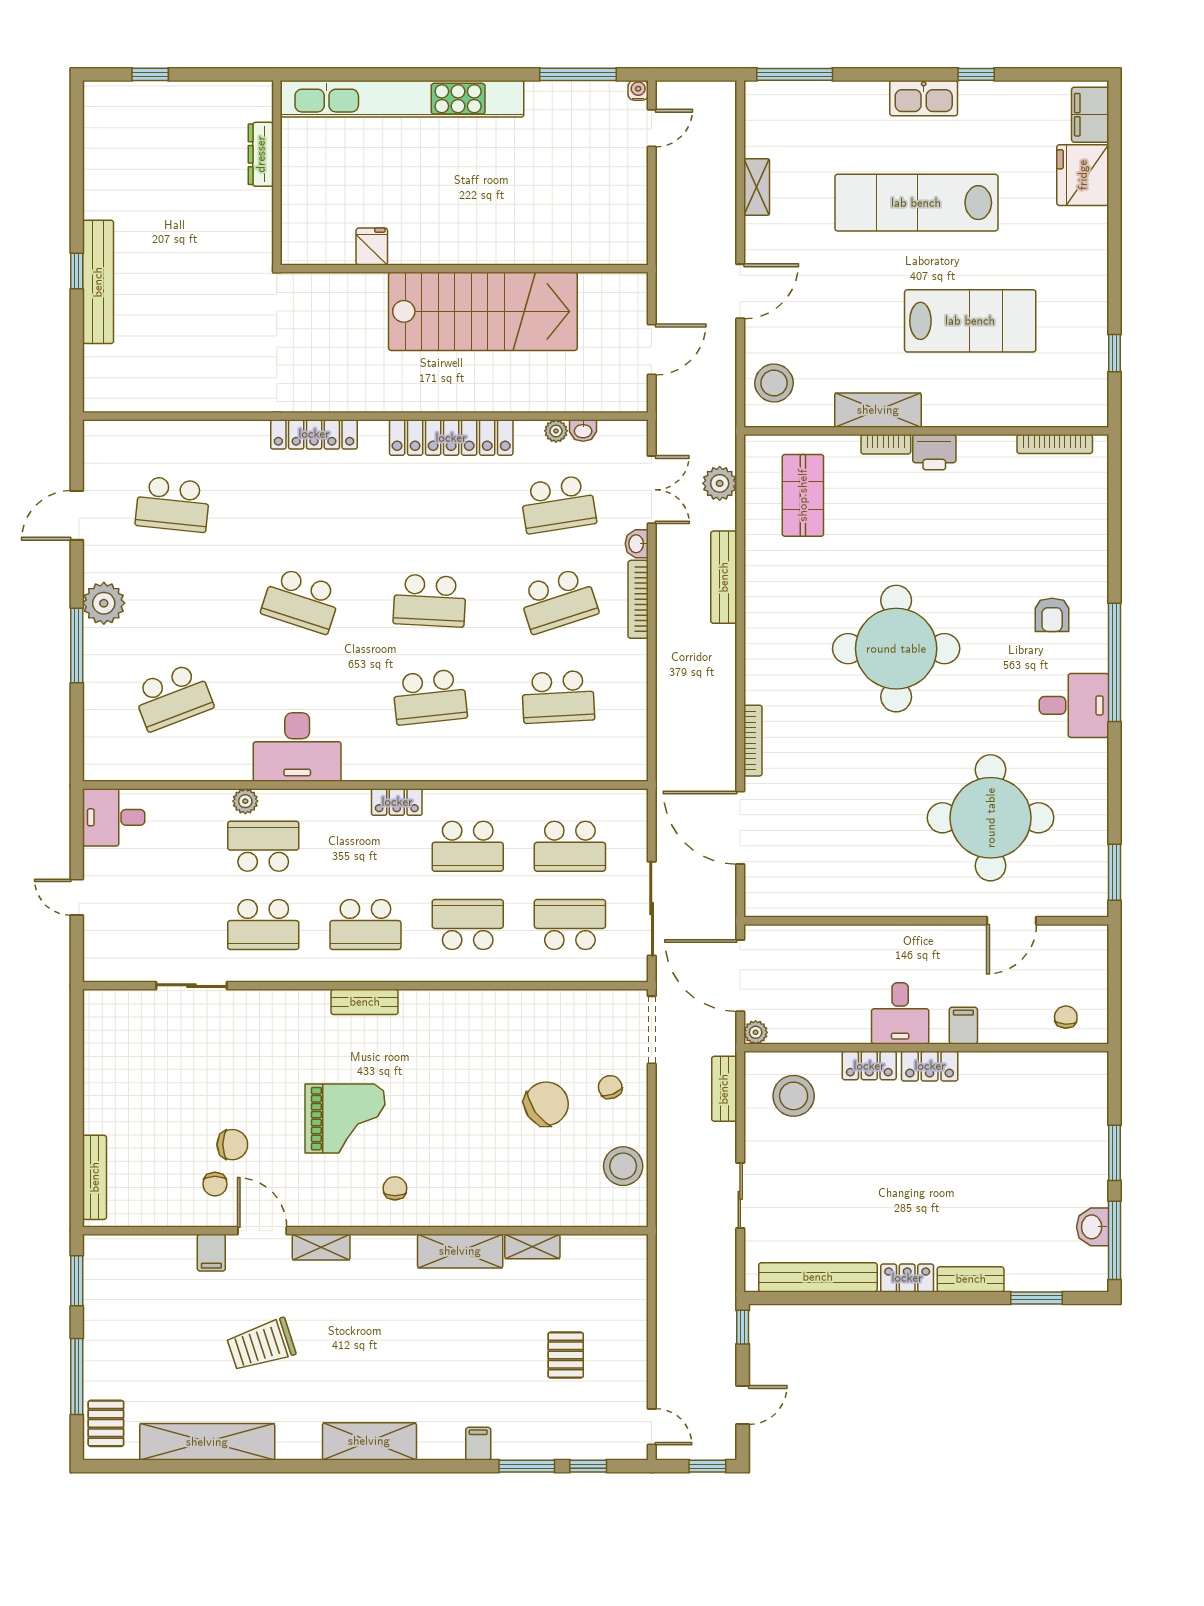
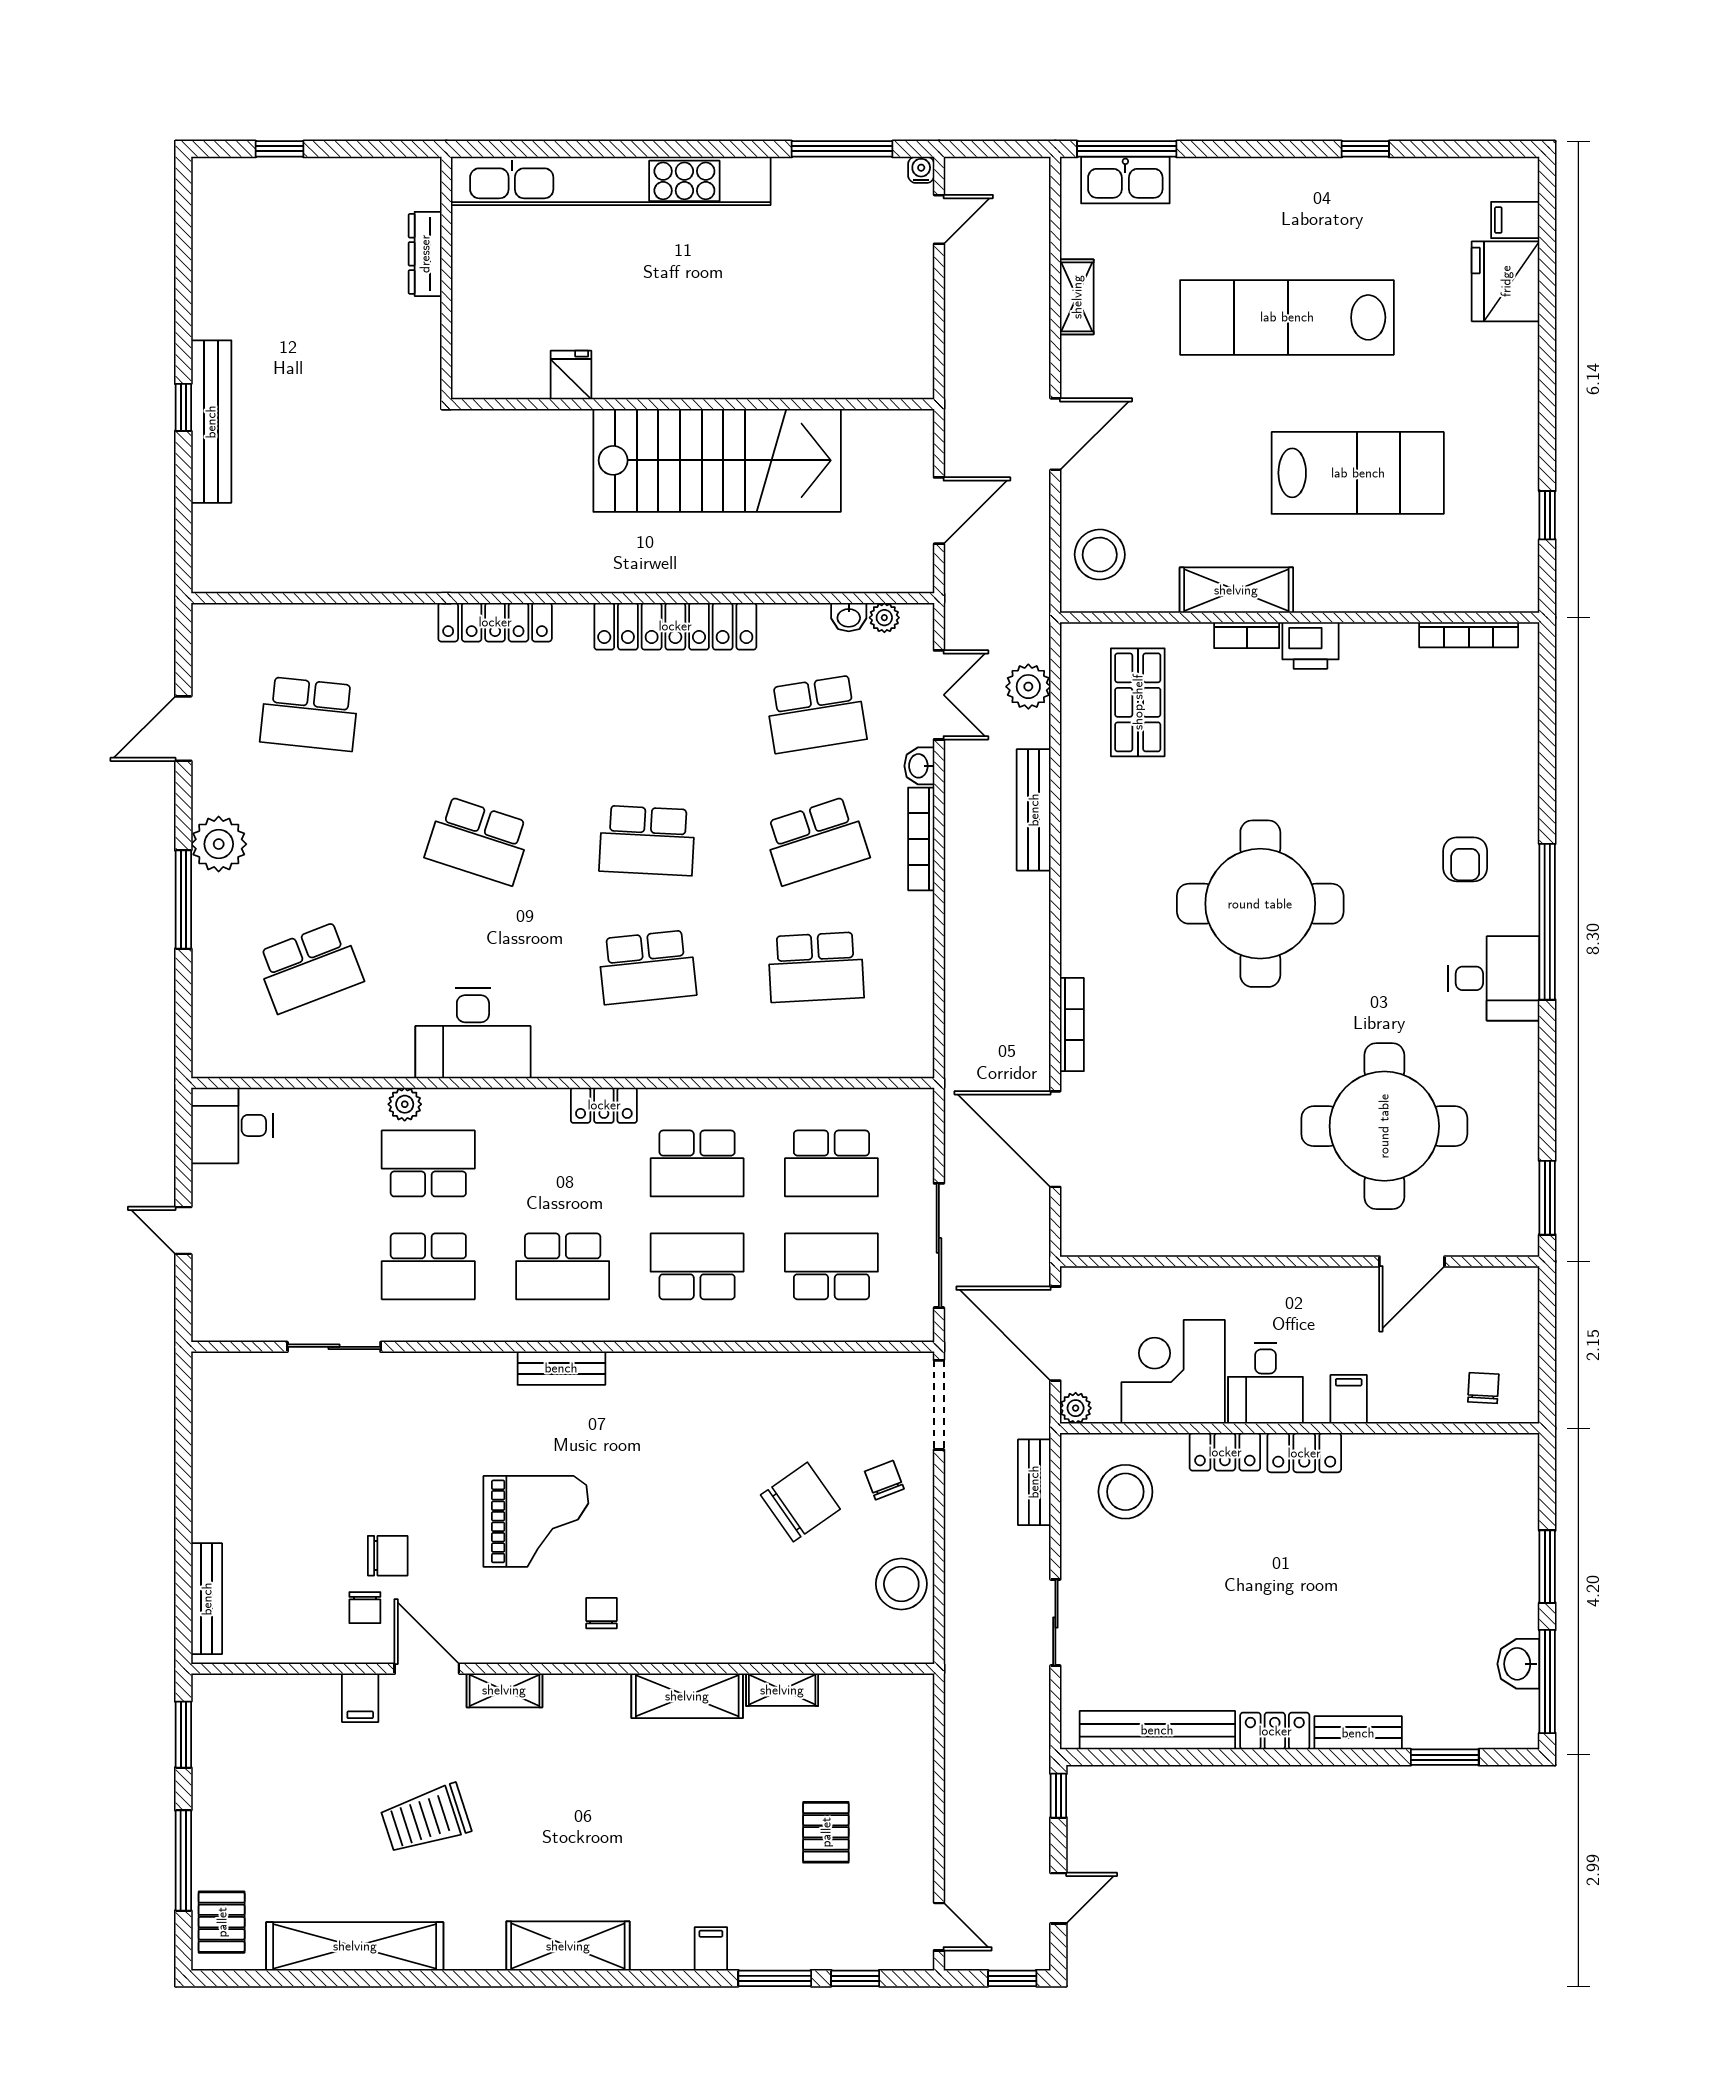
kitchen sink: (924, 98) -> (1125, 180), moved
filing cabinet: (1090, 115) -> (1515, 220), width x0.50
plant: (556, 431) -> (884, 618), moved
corner desk: (830, 1005) -> (1173, 1372), added

